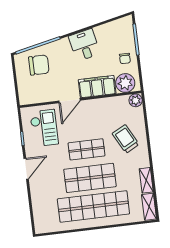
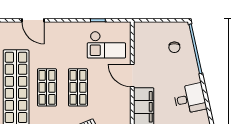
chair: (39, 65) -> (174, 47), width x0.54, depth x0.54
door: (26, 169) -> (33, 20), moved
shop shelf: (90, 178) -> (47, 87), width x0.70, depth x0.74

